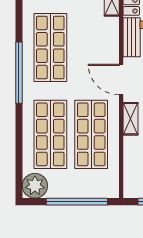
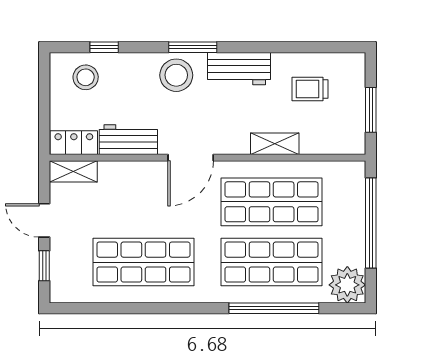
window: (19, 73) -> (274, 308), moved
shelving: (131, 119) -> (275, 144), moved

